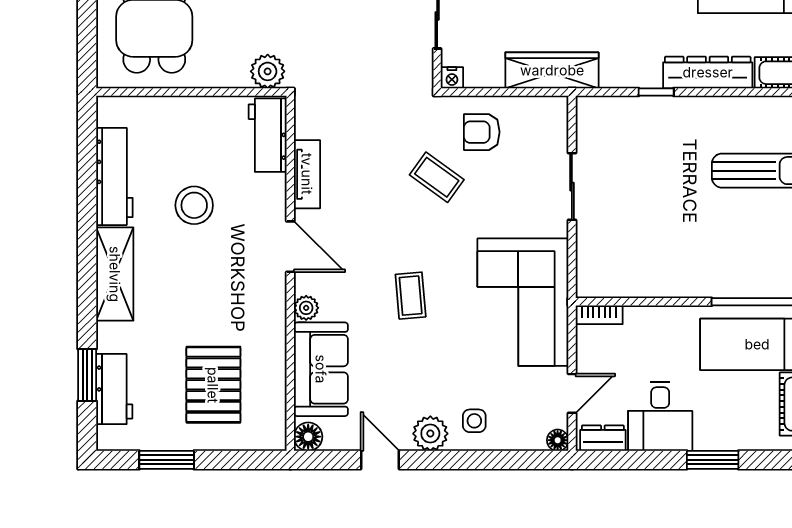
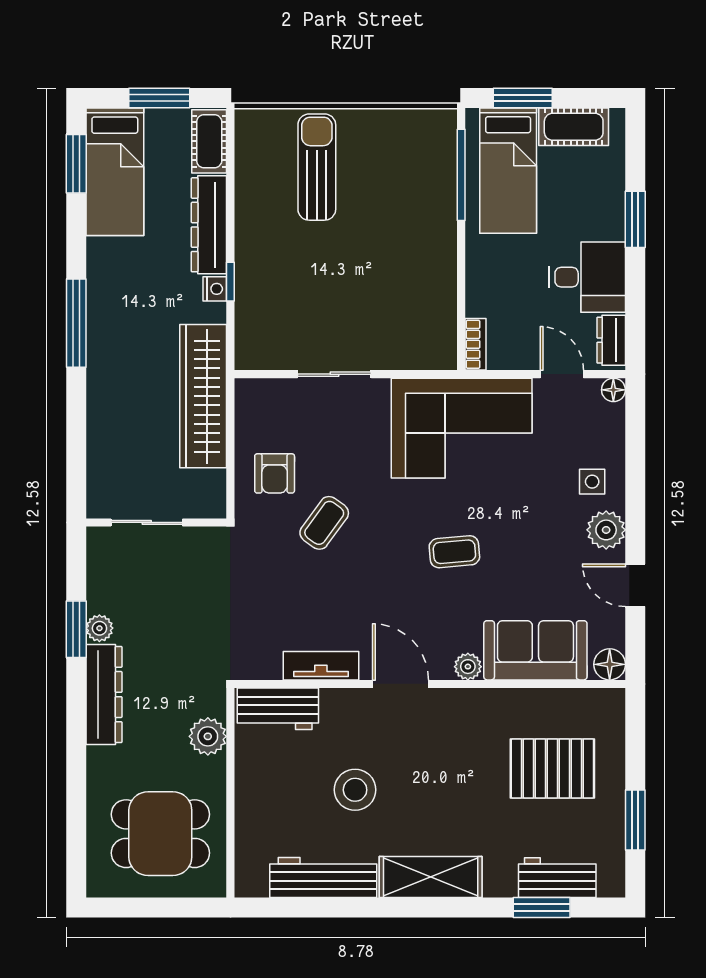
wardrobe: (552, 70) -> (203, 396), width x1.40, depth x1.17
plant: (268, 71) -> (208, 736), moved
nightstand: (452, 78) -> (215, 289), moved
door: (290, 247) -> (400, 684), hinge flipped
door: (380, 460) -> (635, 585), hinge flipped

